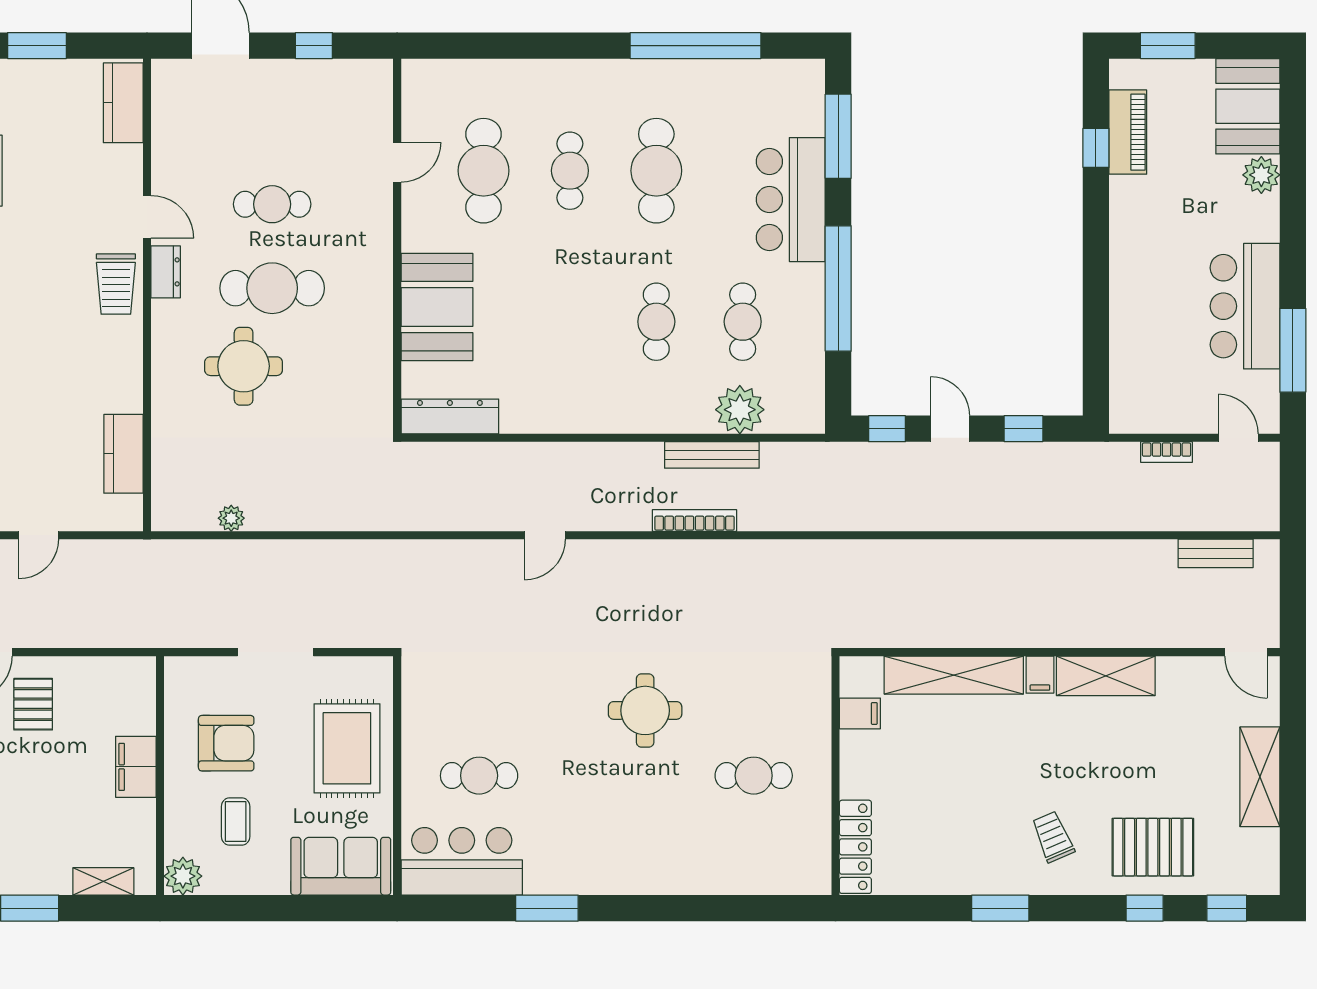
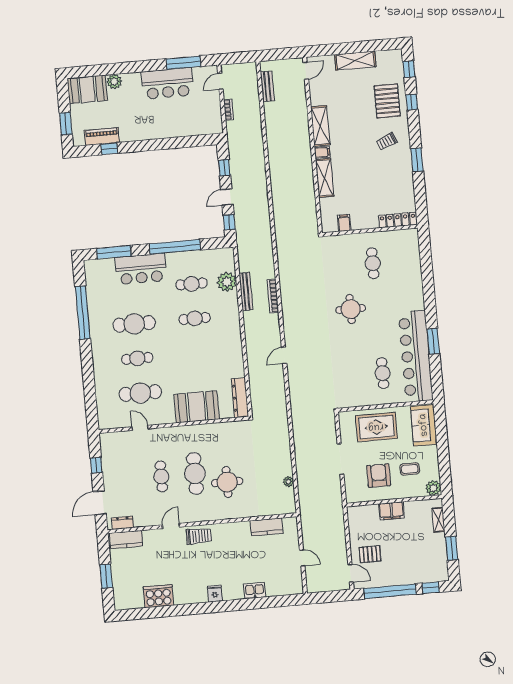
dresser: (166, 272) -> (123, 523), moved
door: (545, 535) -> (284, 355), swing flipped
shelving: (954, 675) -> (325, 178), width x0.68
bar counter: (462, 861) -> (416, 356), width x1.86

